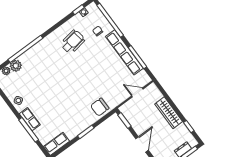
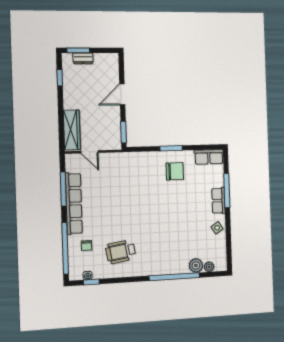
chair: (100, 107) -> (175, 171), moved
wardrobe: (169, 113) -> (72, 130), moved

